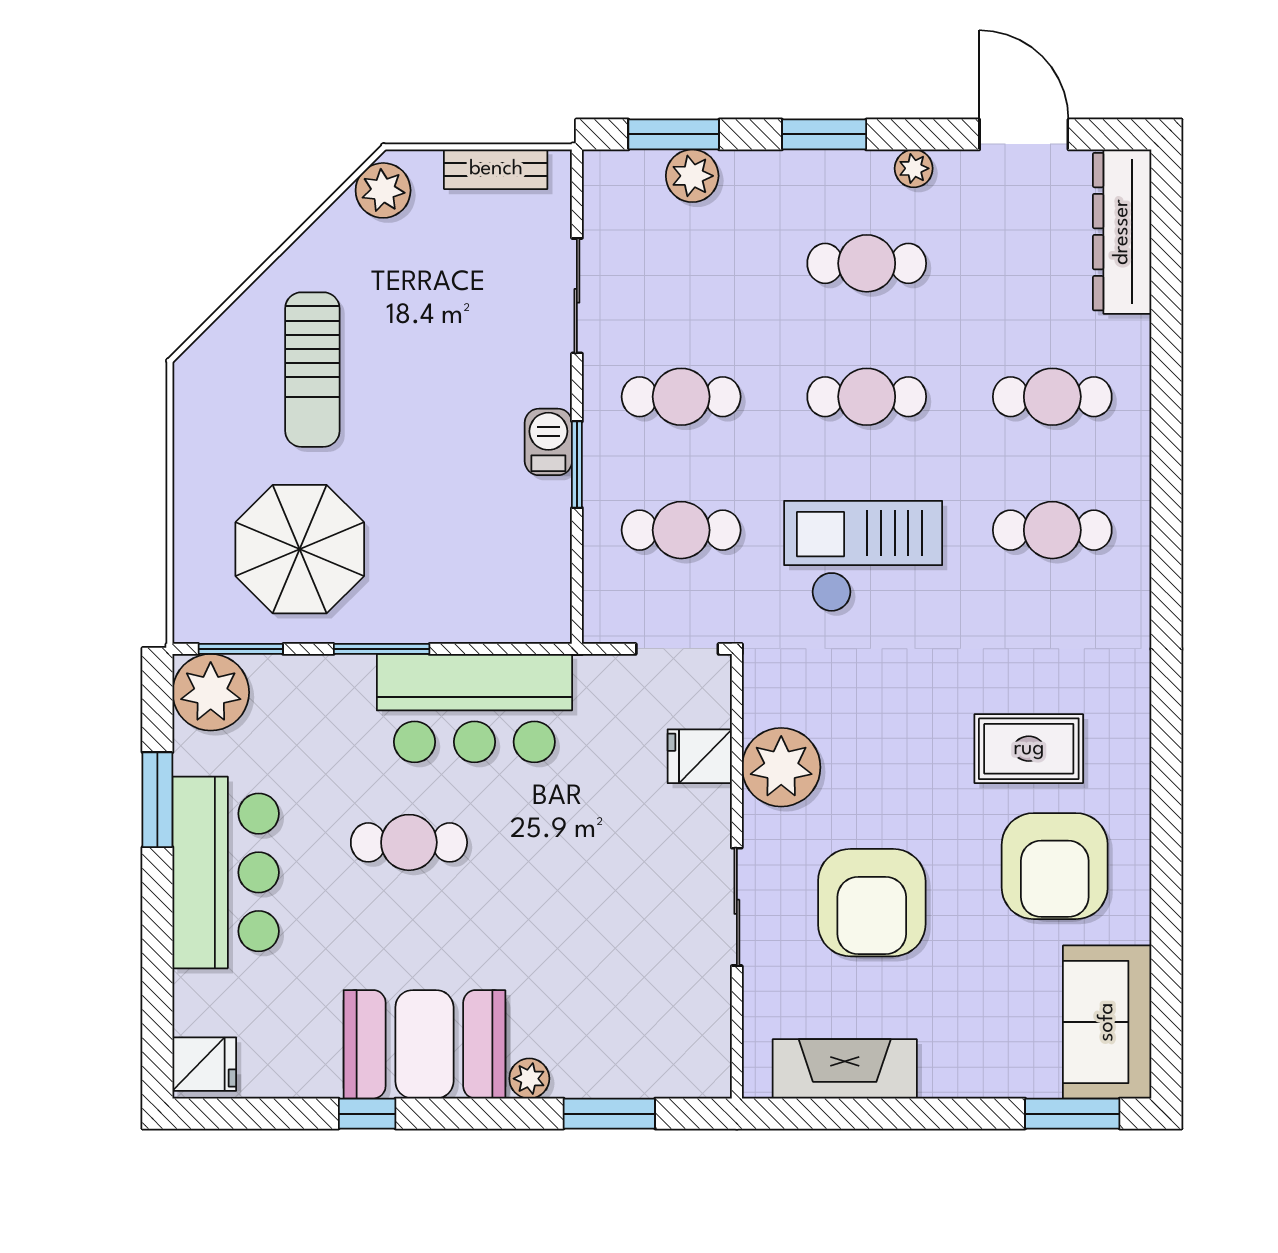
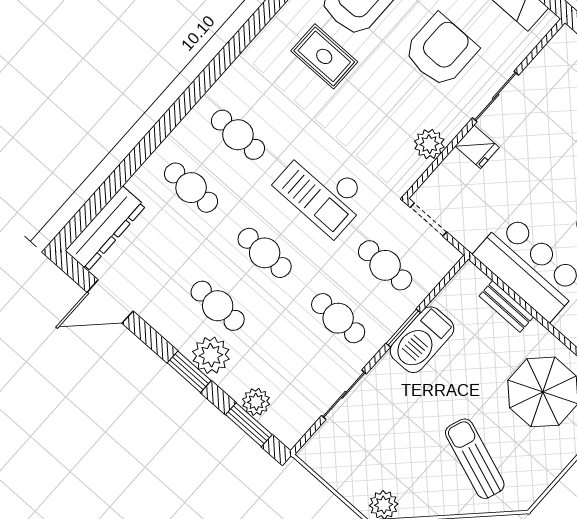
door: (1024, 134) -> (110, 302), hinge flipped
plant: (914, 168) -> (211, 355), moved, width x1.88, depth x1.88
bench: (496, 169) -> (506, 306), moved
sun lounger: (312, 370) -> (475, 459), turned -70
barbecue: (548, 442) -> (422, 340), width x1.88, depth x1.53
window: (382, 649) -> (546, 324), removed
fridge: (700, 756) -> (477, 147), moved
plant: (781, 767) -> (429, 144), width x0.73, depth x0.73

